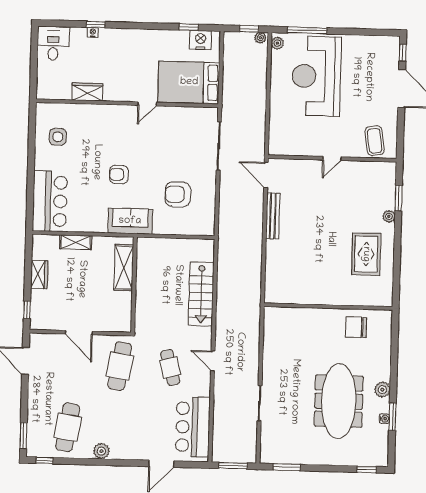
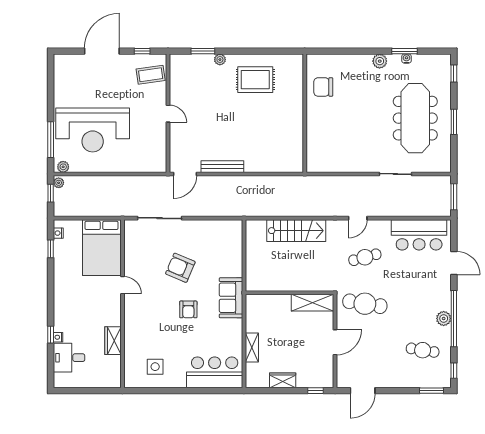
nightstand: (201, 40) -> (58, 233), width x0.53, depth x0.56
desk: (53, 43) -> (69, 358), moved
window: (403, 52) -> (142, 51), moved
armchair: (178, 194) -> (180, 268), moved, turned 113
shelving: (124, 268) -> (312, 303), moved
chair: (356, 328) -> (323, 87), turned 90
meeting table: (339, 401) -> (415, 118), moved, turned 90
cafe table: (68, 427) -> (423, 350), width x0.73, depth x0.74
window: (101, 462) -> (454, 319), added
window: (287, 467) -> (454, 122), moved

